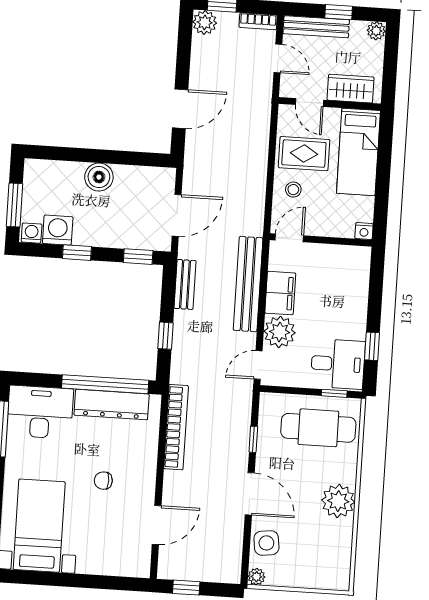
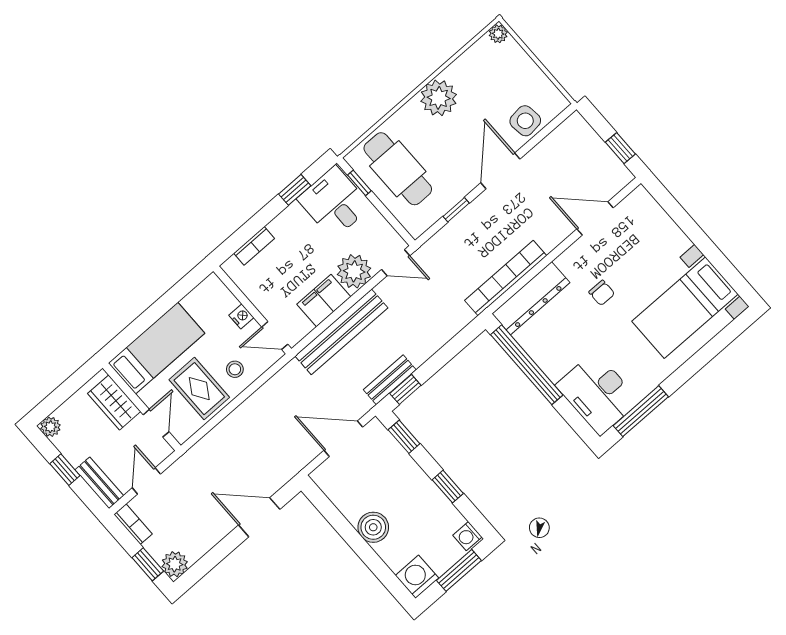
bench: (316, 27) -> (99, 483), width x0.73
washing machine: (58, 230) -> (417, 577), moved, turned 90
nightstand: (364, 231) -> (241, 316), moved
bookcase: (362, 283) -> (254, 246), added
window: (165, 336) -> (405, 389), moved
dresser: (112, 405) -> (531, 298), moved, turned 90
plant: (256, 577) -> (498, 34), moved

